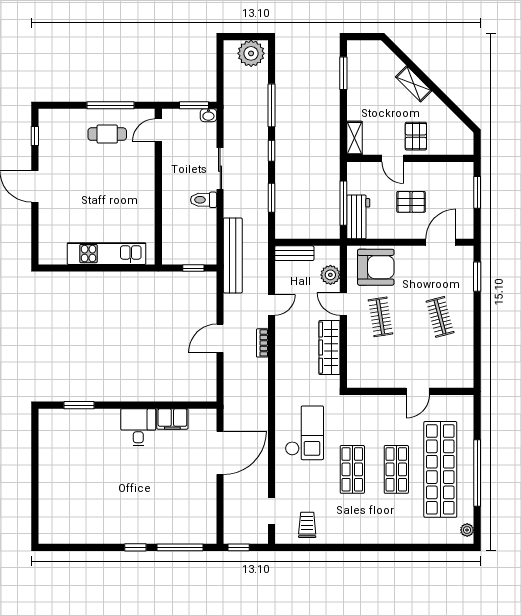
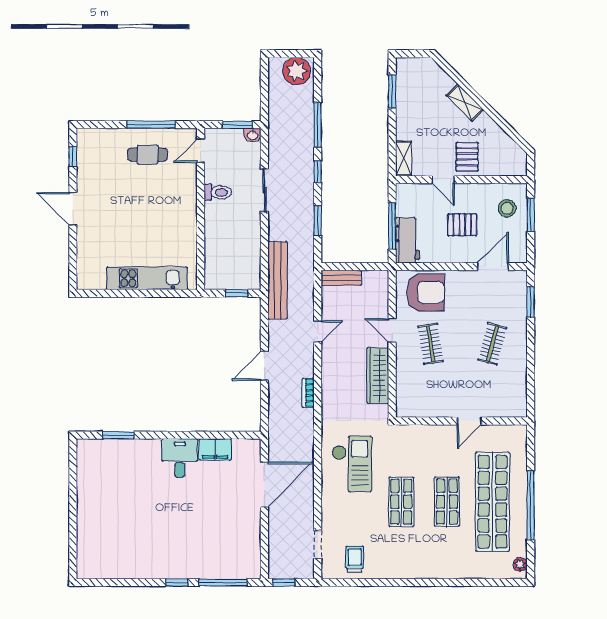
stool: (454, 186) -> (507, 208), added
toilet: (204, 200) -> (218, 192), moved, turned 180
plant: (330, 275) -> (379, 300), removed
clothes rail: (440, 317) -> (492, 344), turned 30
bookcase: (262, 343) -> (308, 393), moved

